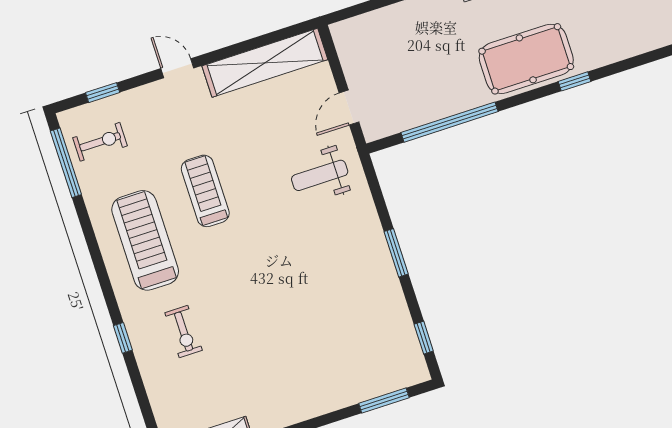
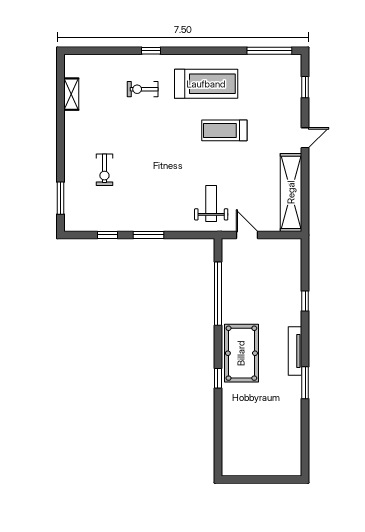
exercise bike: (100, 142) -> (104, 170), moved
treadmill: (205, 191) -> (224, 130), turned 180
window: (424, 338) -> (107, 235), moved

